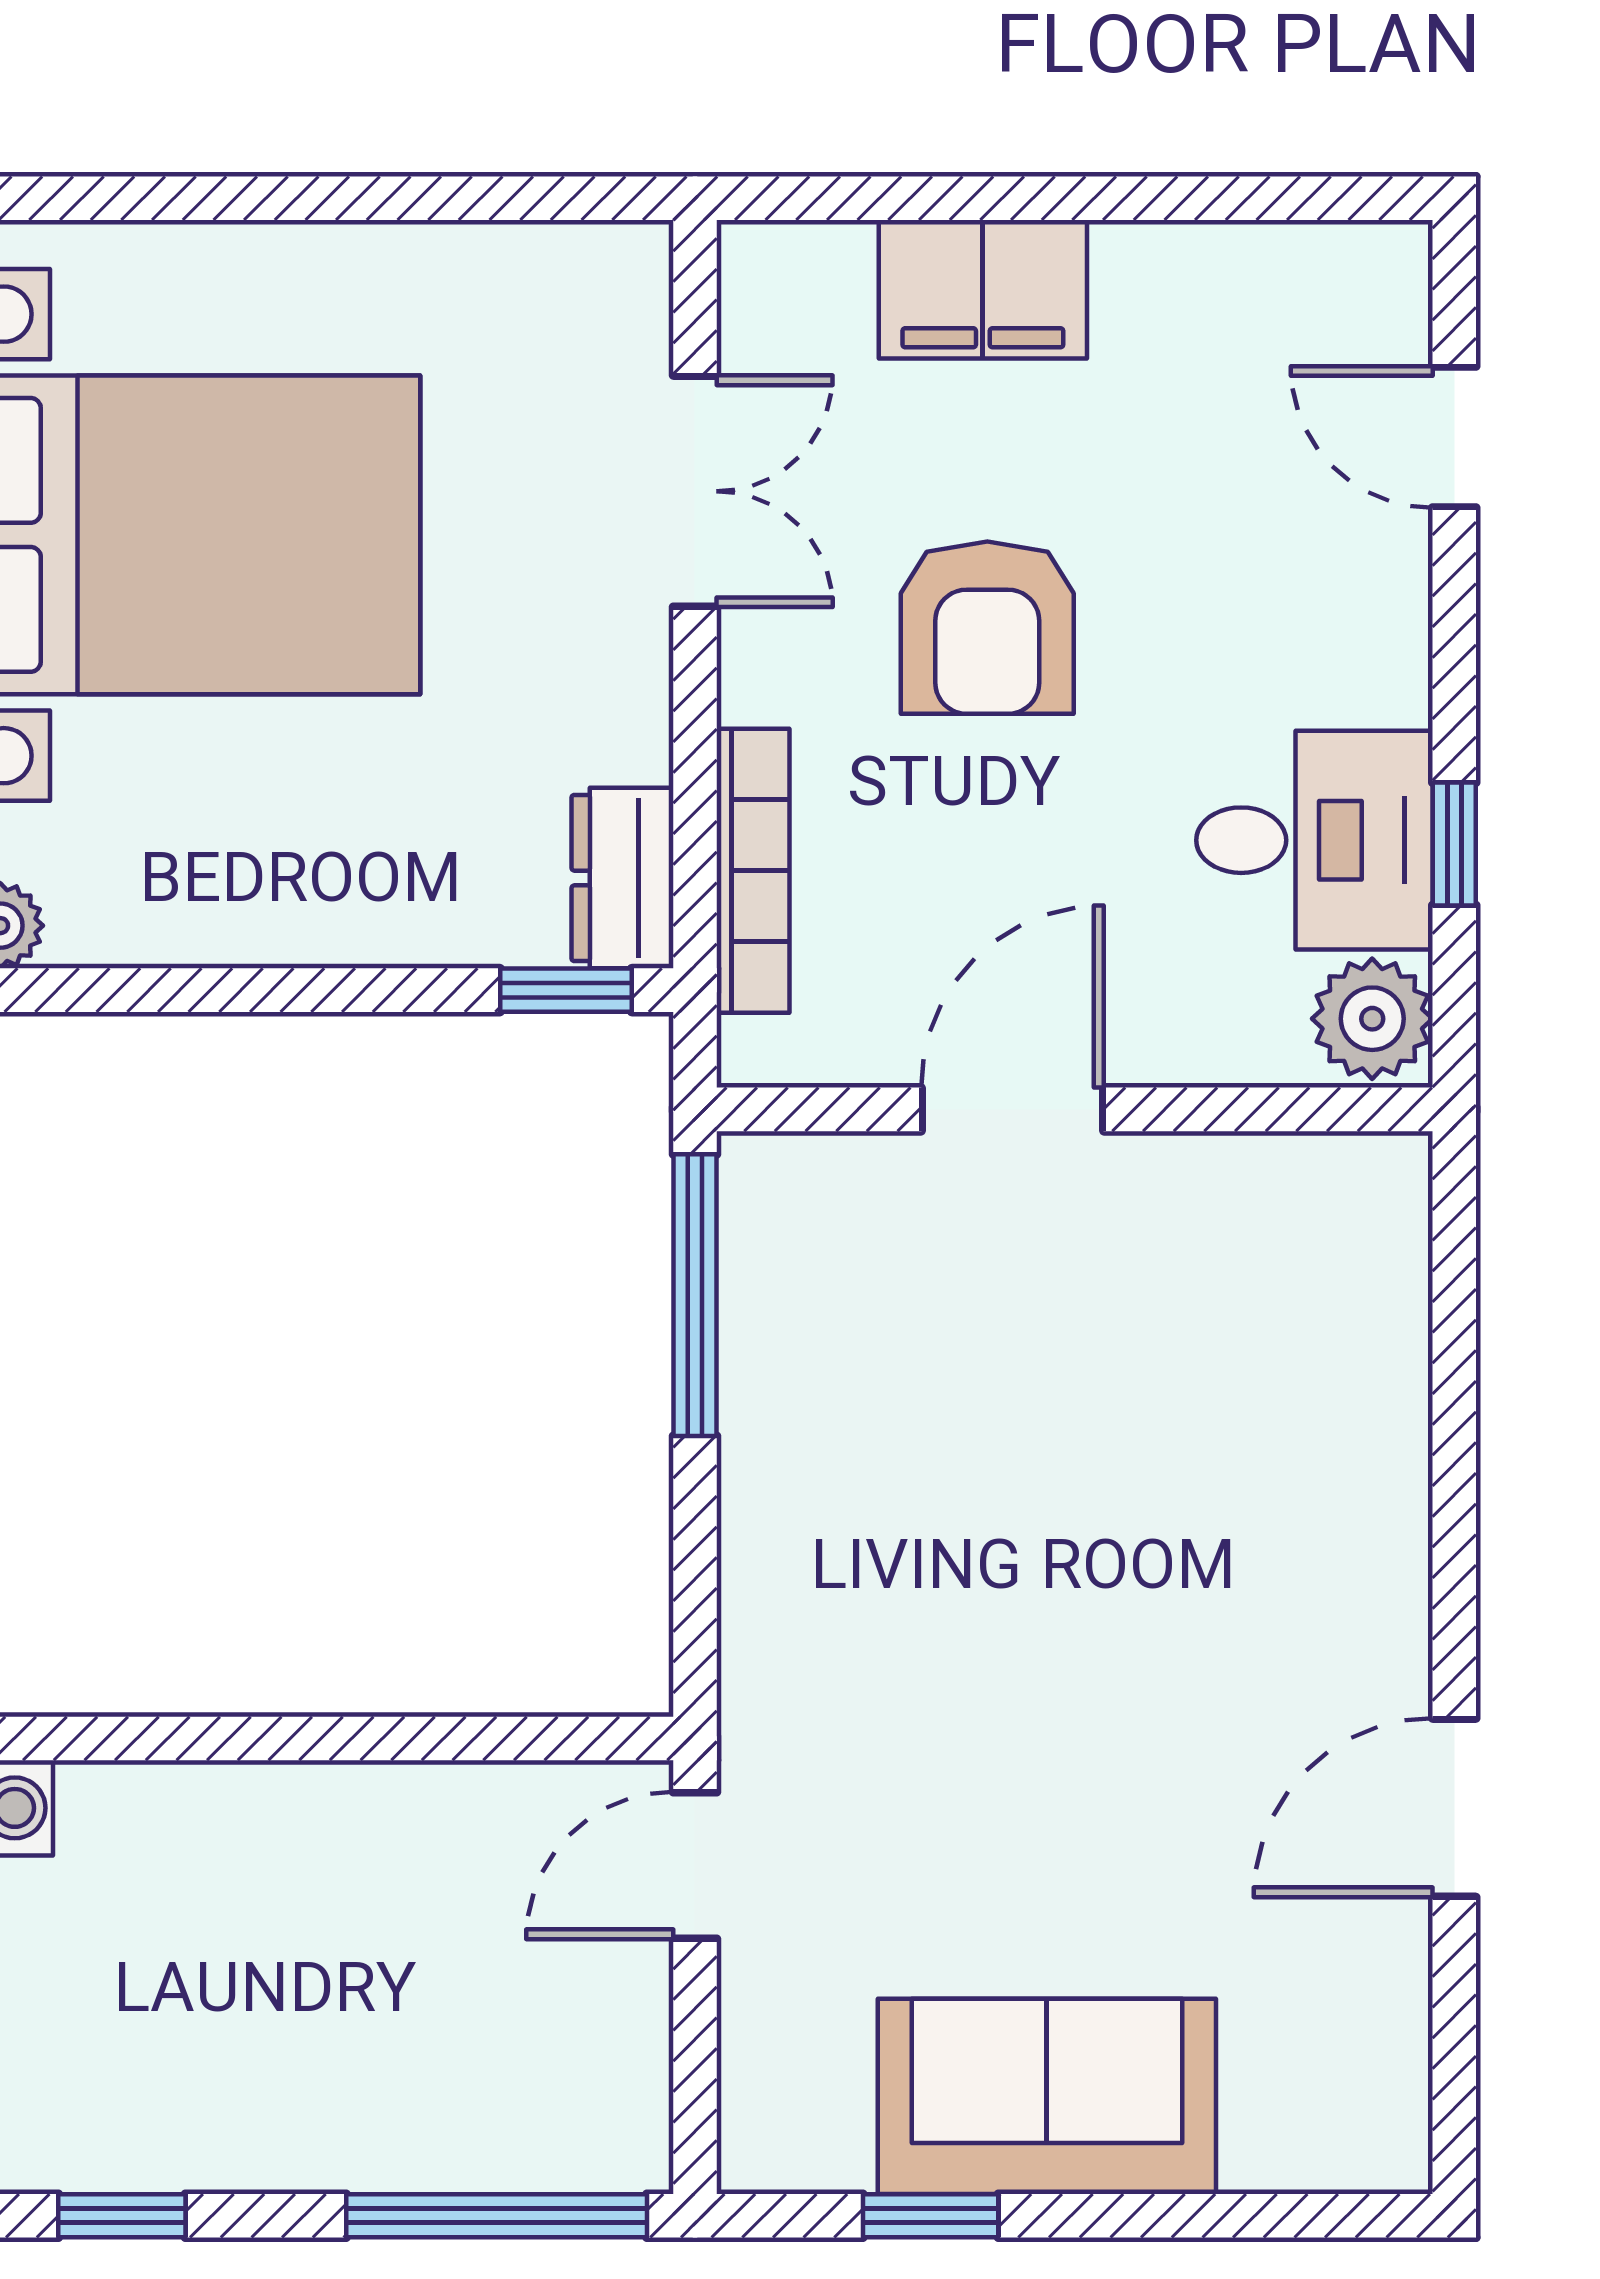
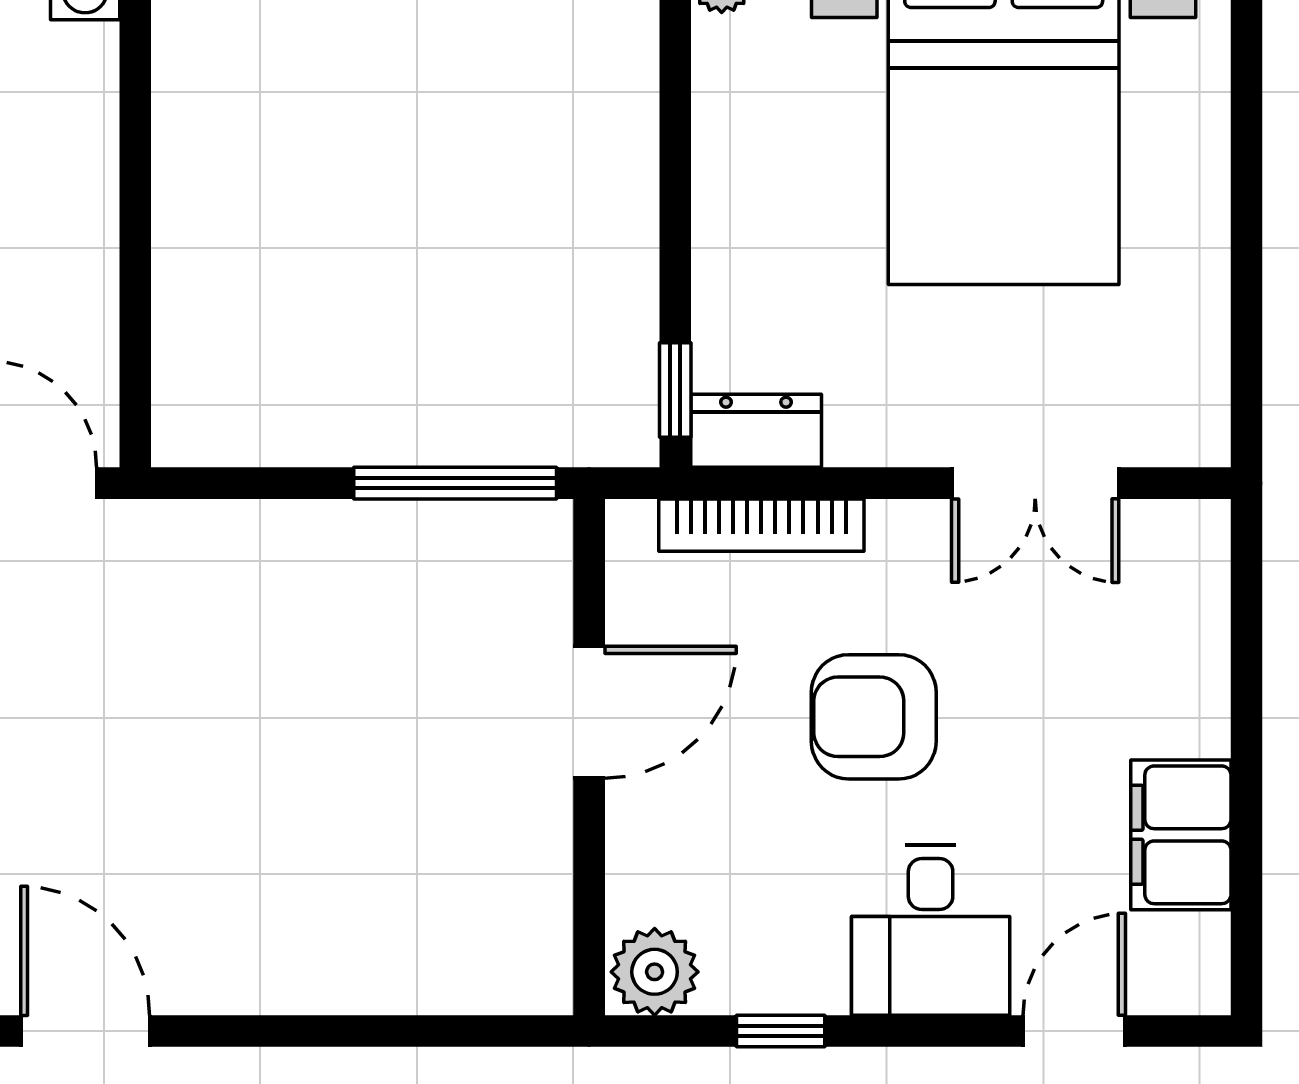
filing cabinet: (983, 289) -> (1181, 835), moved
armchair: (987, 628) -> (874, 717), moved
desk: (1314, 840) -> (931, 930), moved
door: (1012, 1109) -> (589, 712), hinge flipped

